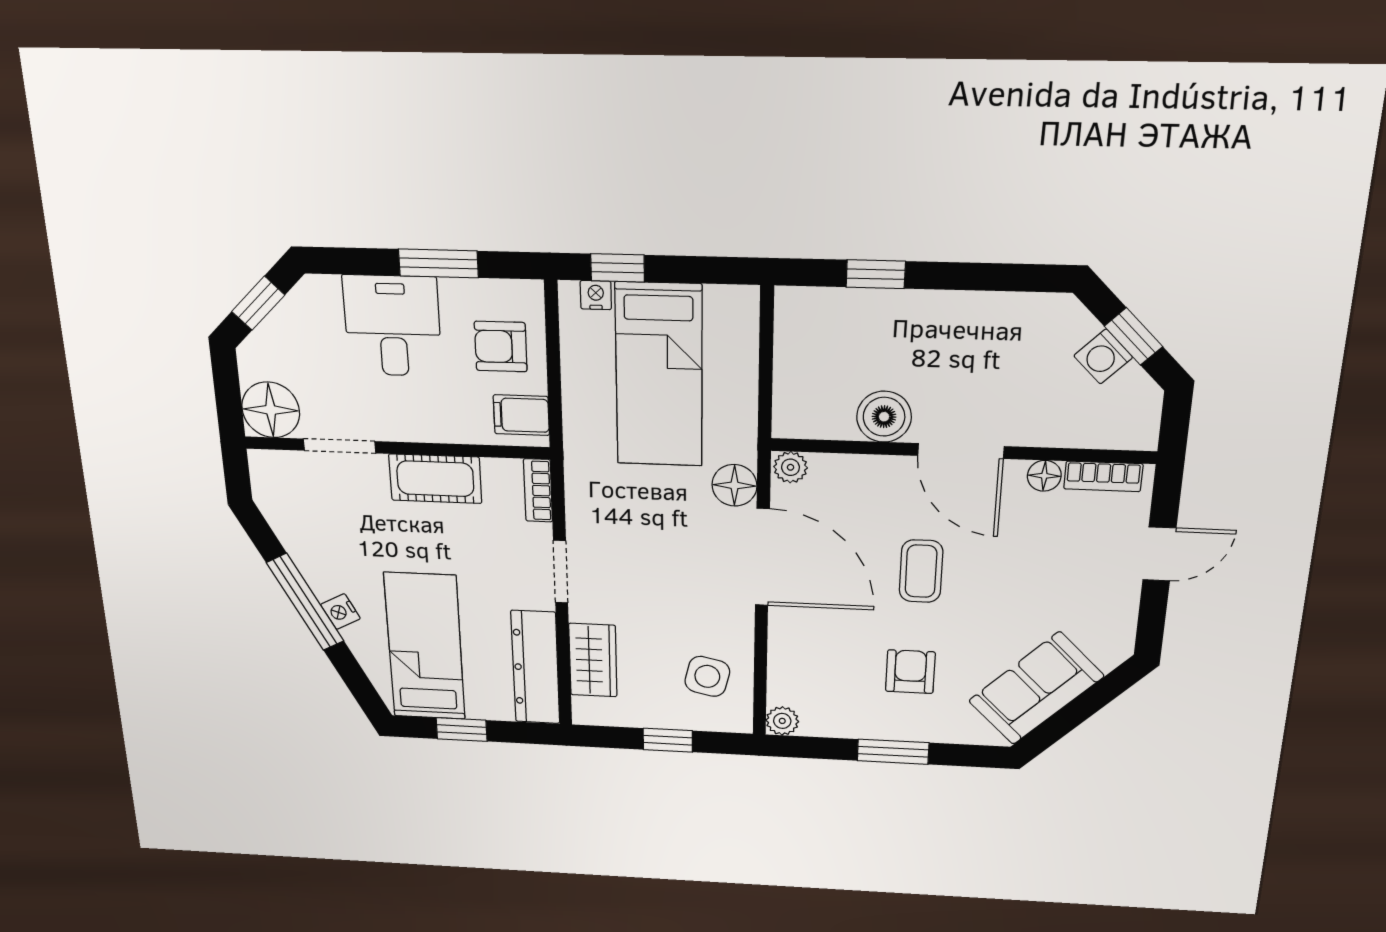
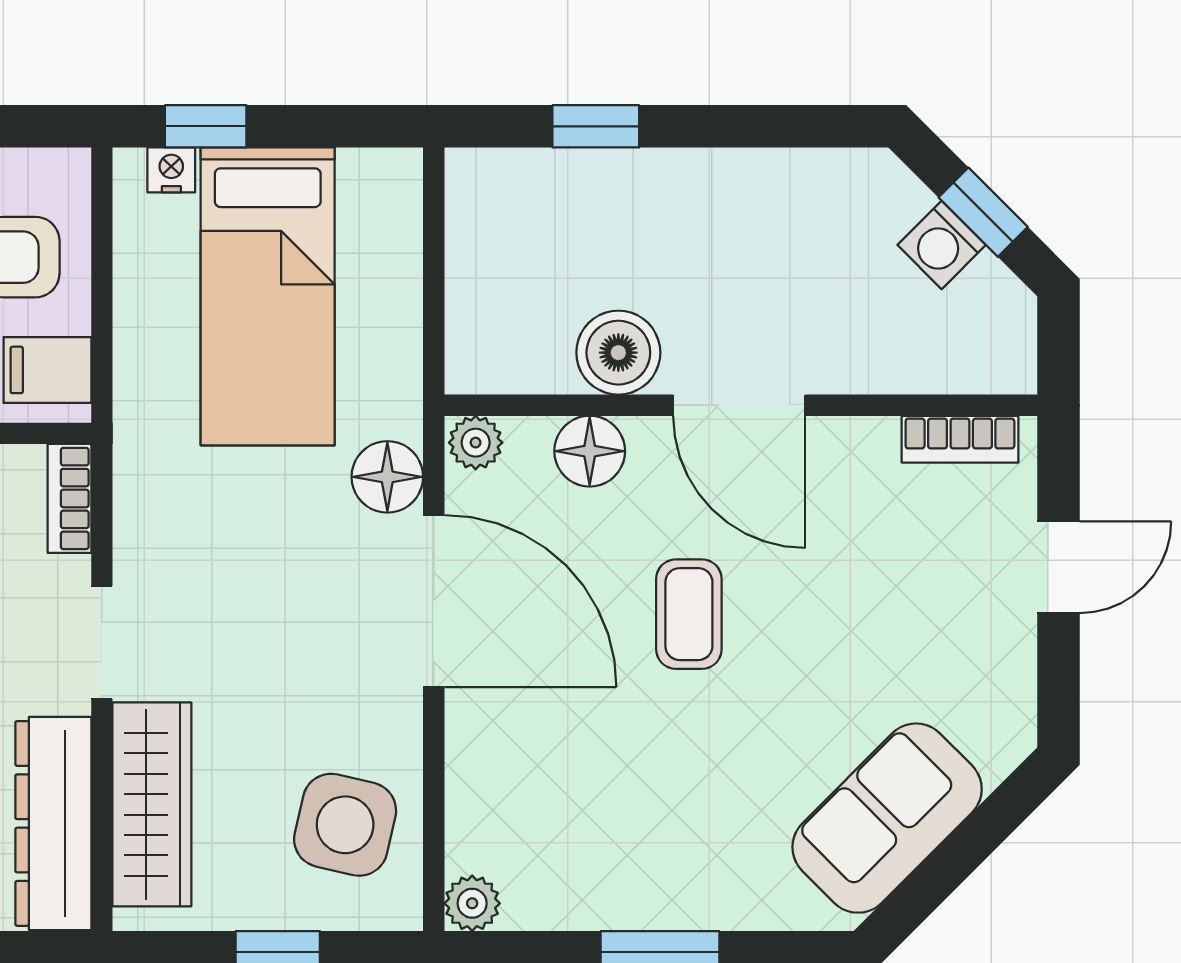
floor lamp: (1044, 476) -> (590, 451), moved, width x1.37, depth x1.37
wardrobe: (593, 660) -> (152, 804), width x1.50
armchair: (910, 672) -> (681, 798), removed
side table: (707, 676) -> (345, 825), width x1.37, depth x1.37

